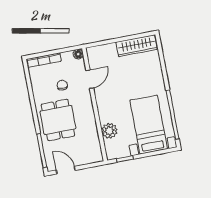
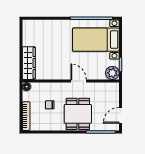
wardrobe: (137, 46) -> (29, 63), moved
door: (90, 79) -> (79, 81), moved
dining table: (58, 120) -> (78, 114), turned 90
plant: (109, 131) -> (112, 73), moved

